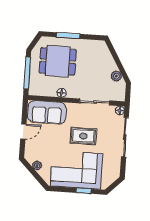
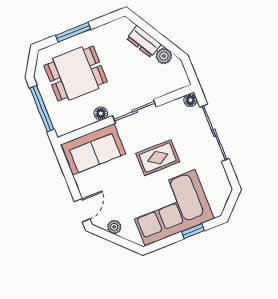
dresser: (108, 61) -> (144, 41), added
sliding door: (95, 102) -> (134, 111), moved
door: (23, 131) -> (82, 210), moved

